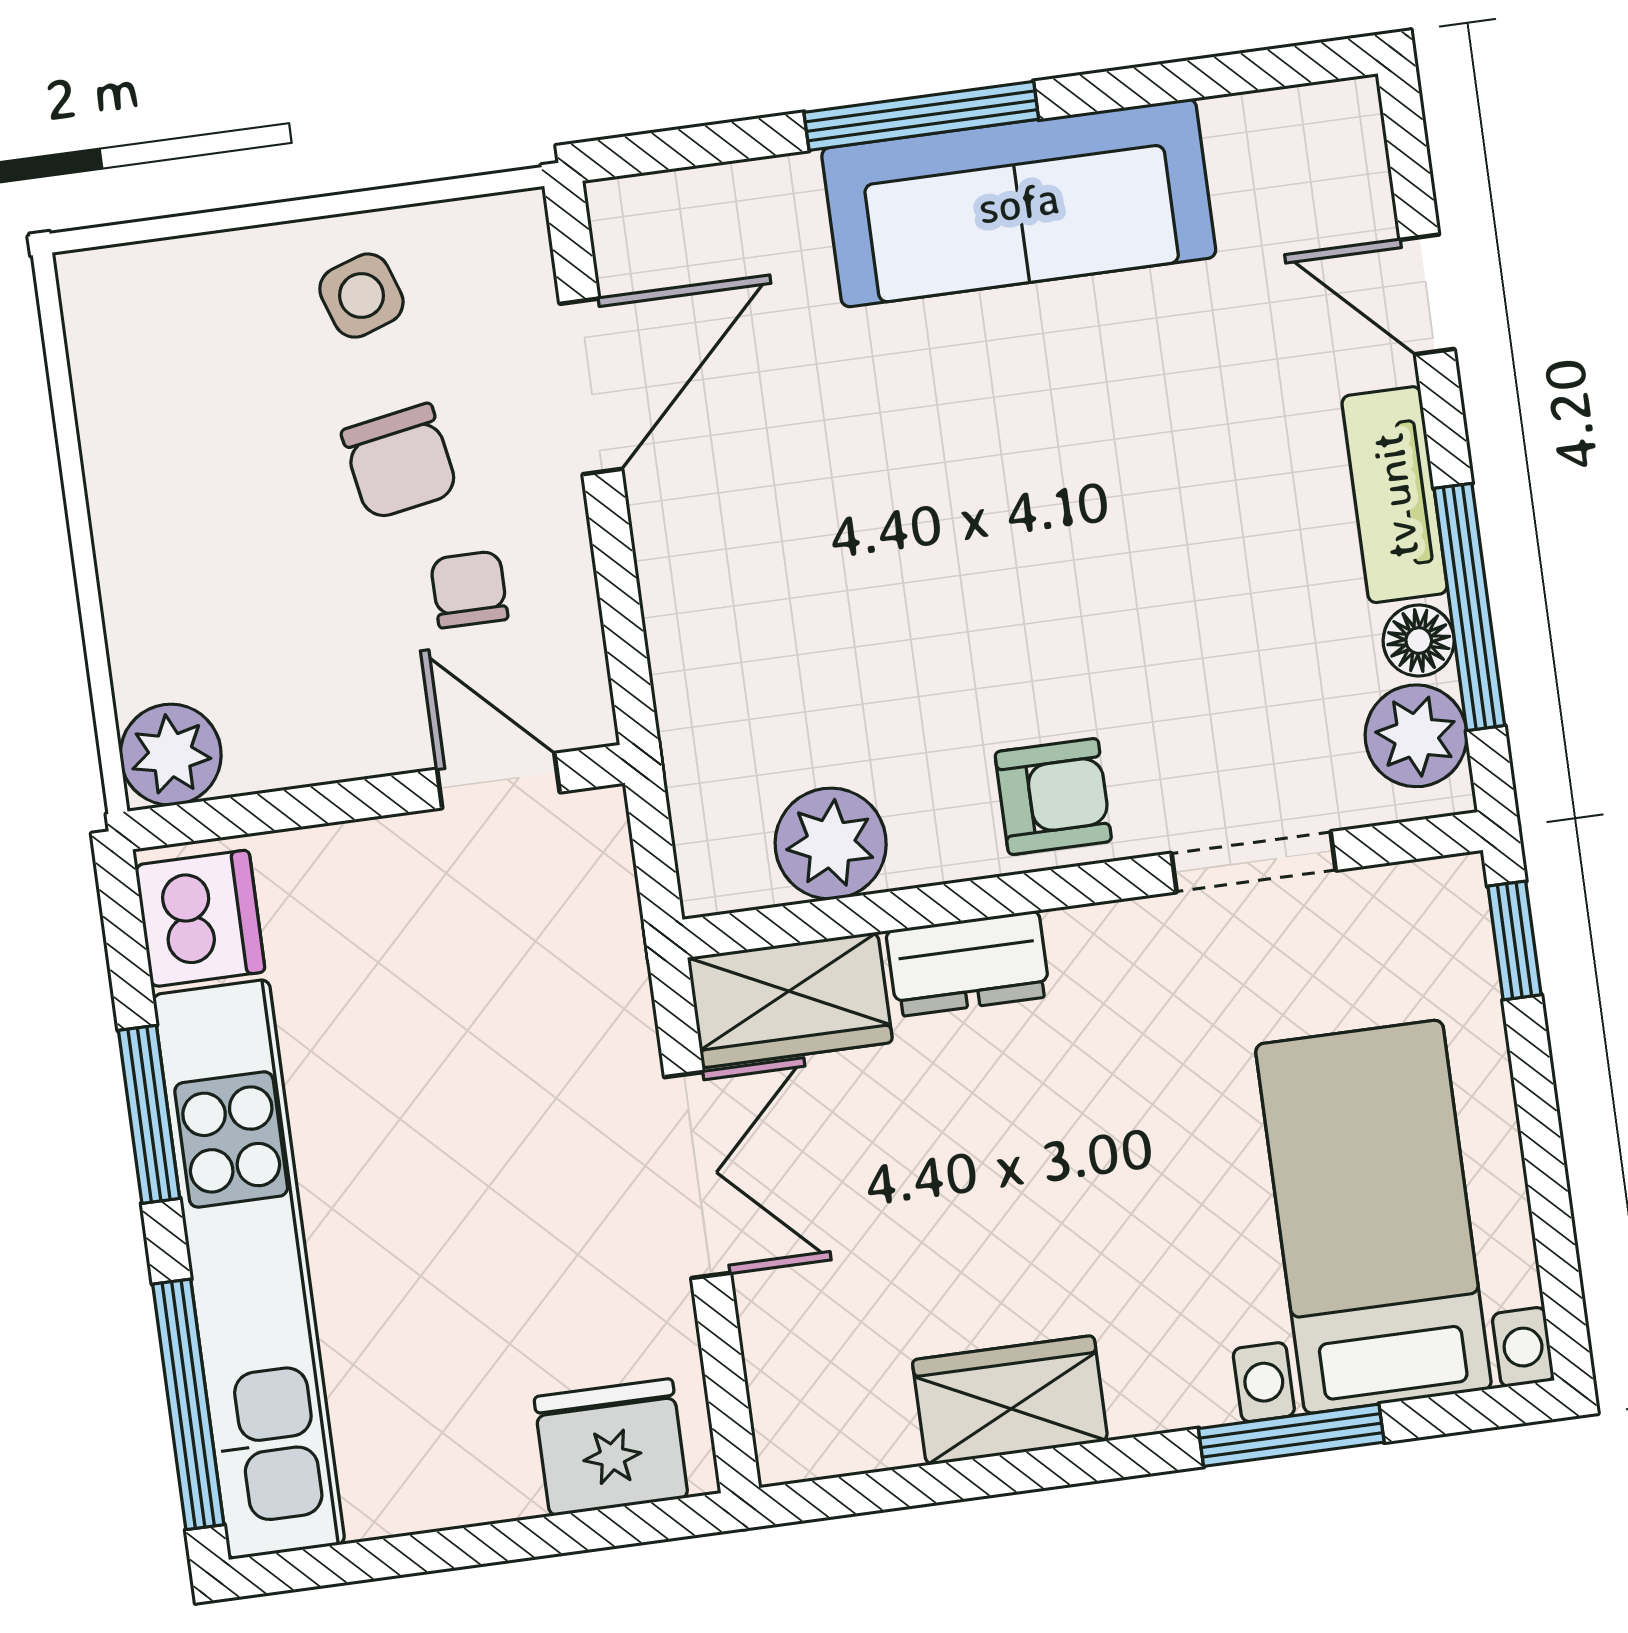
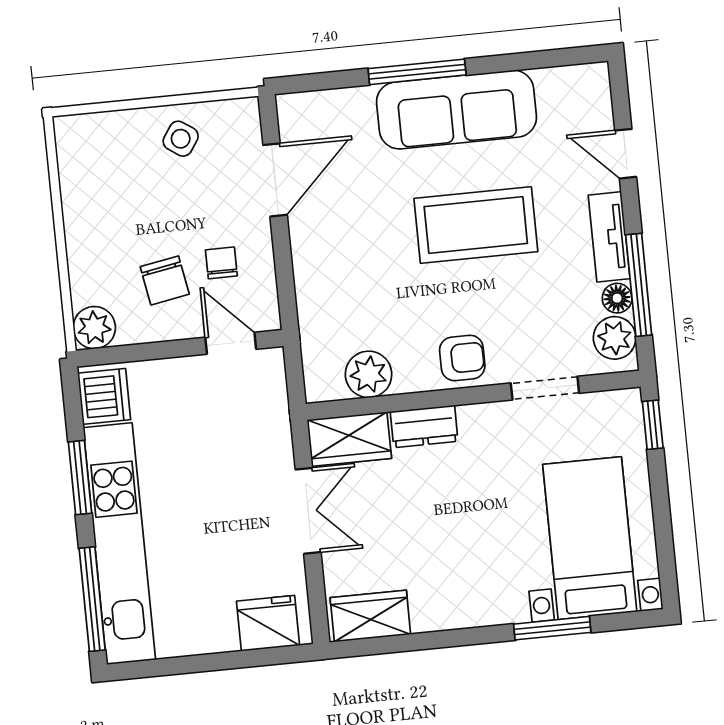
side table: (361, 296) -> (181, 139), turned -37
chair: (400, 462) -> (165, 280), moved
coffee table: (1075, 477) -> (476, 225), added
wardrobe: (1010, 1400) -> (370, 616), moved

